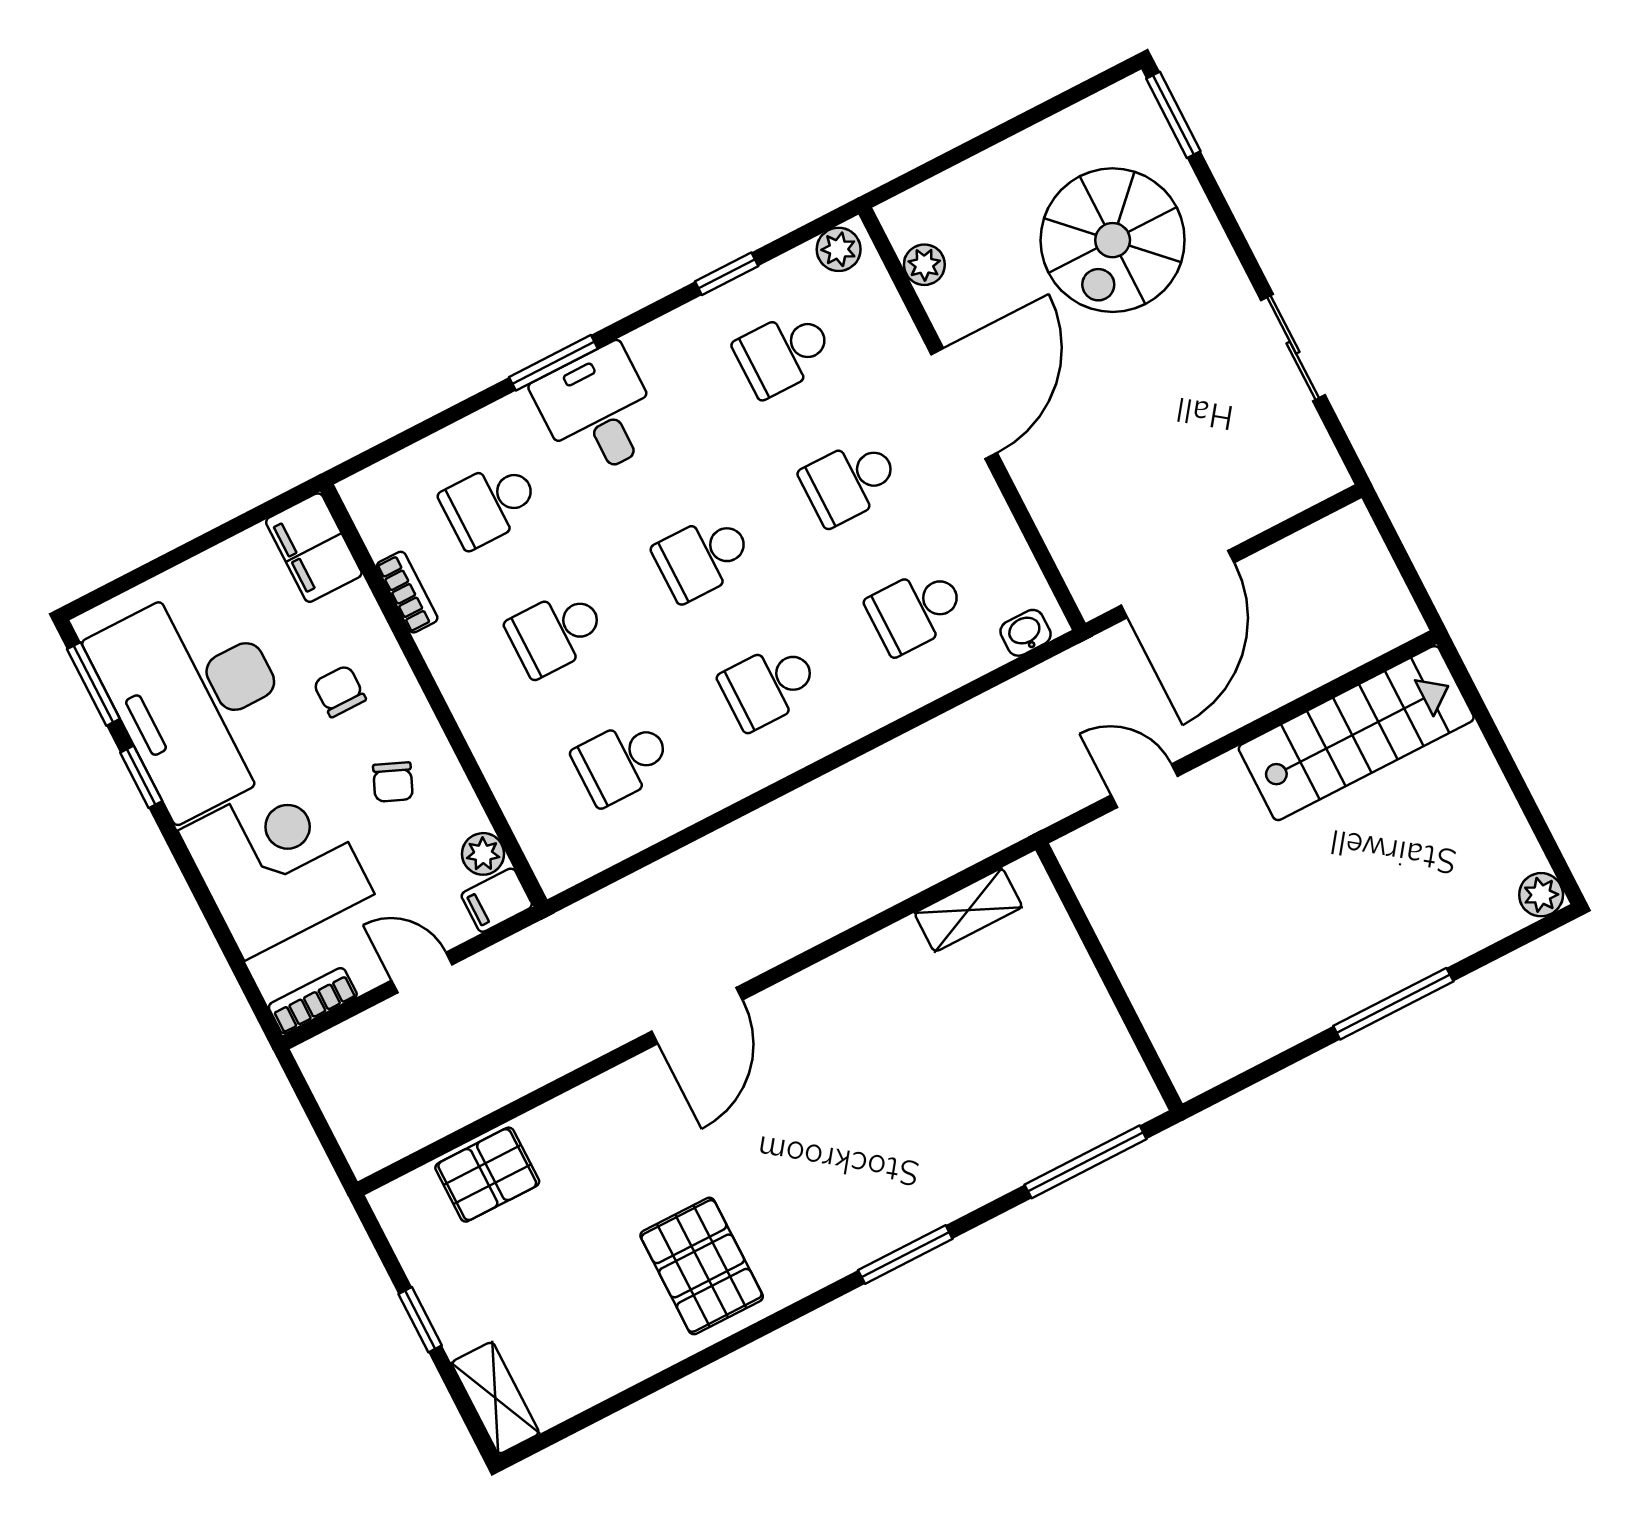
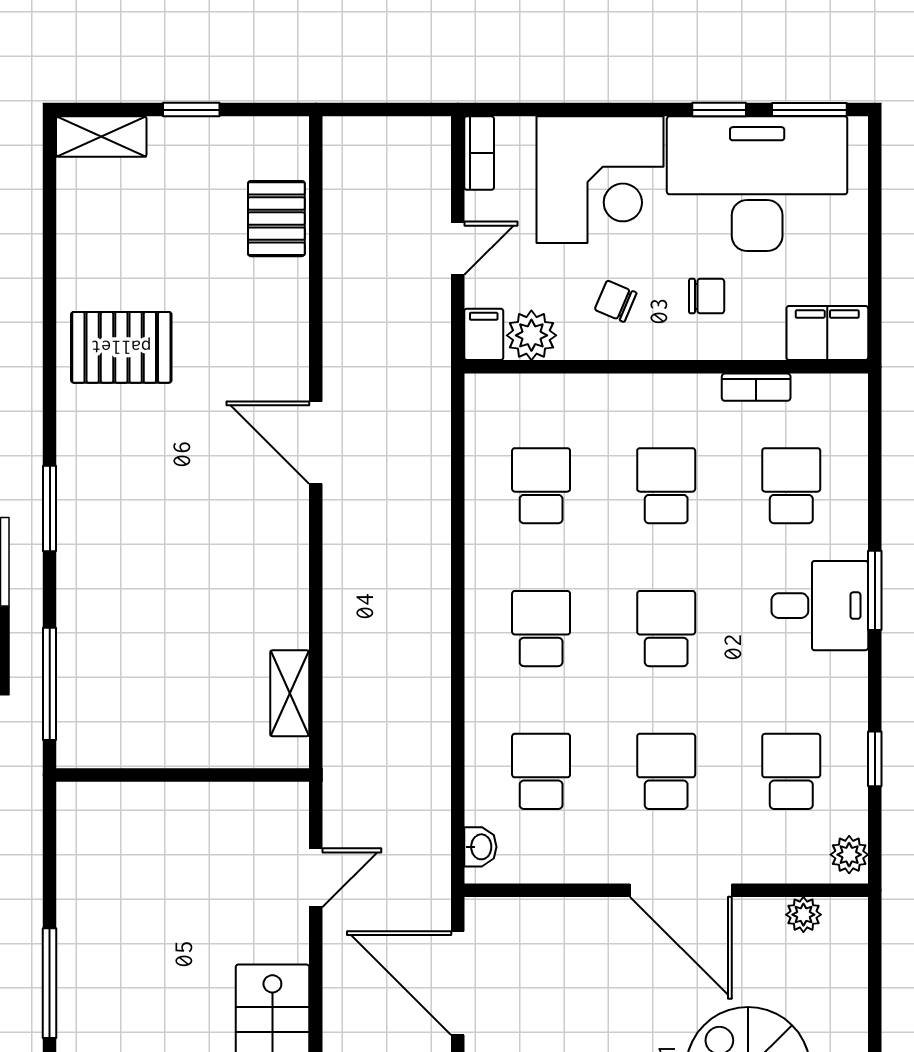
plant: (483, 854) -> (531, 335), width x1.38, depth x1.38

